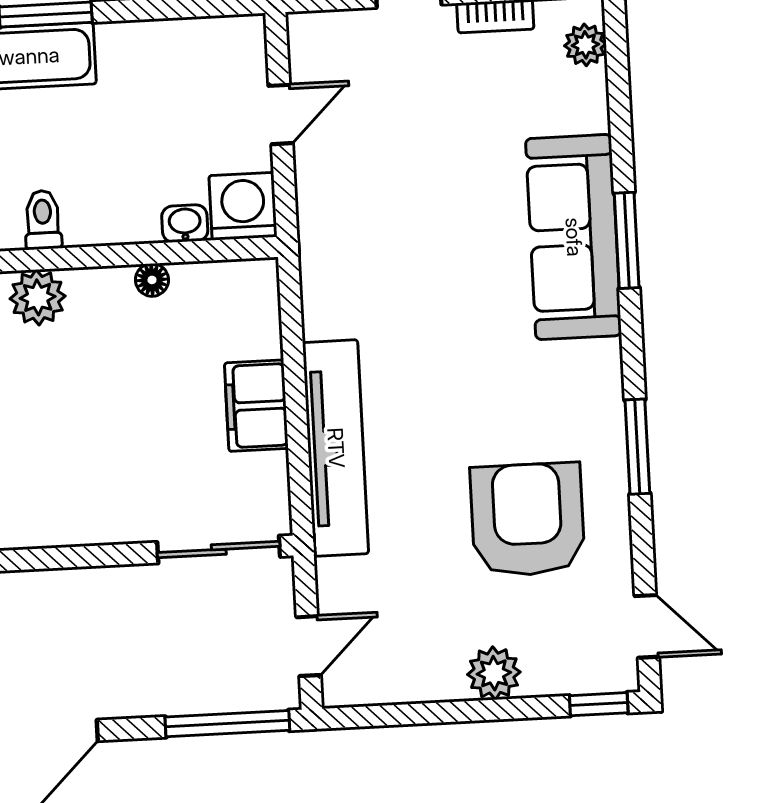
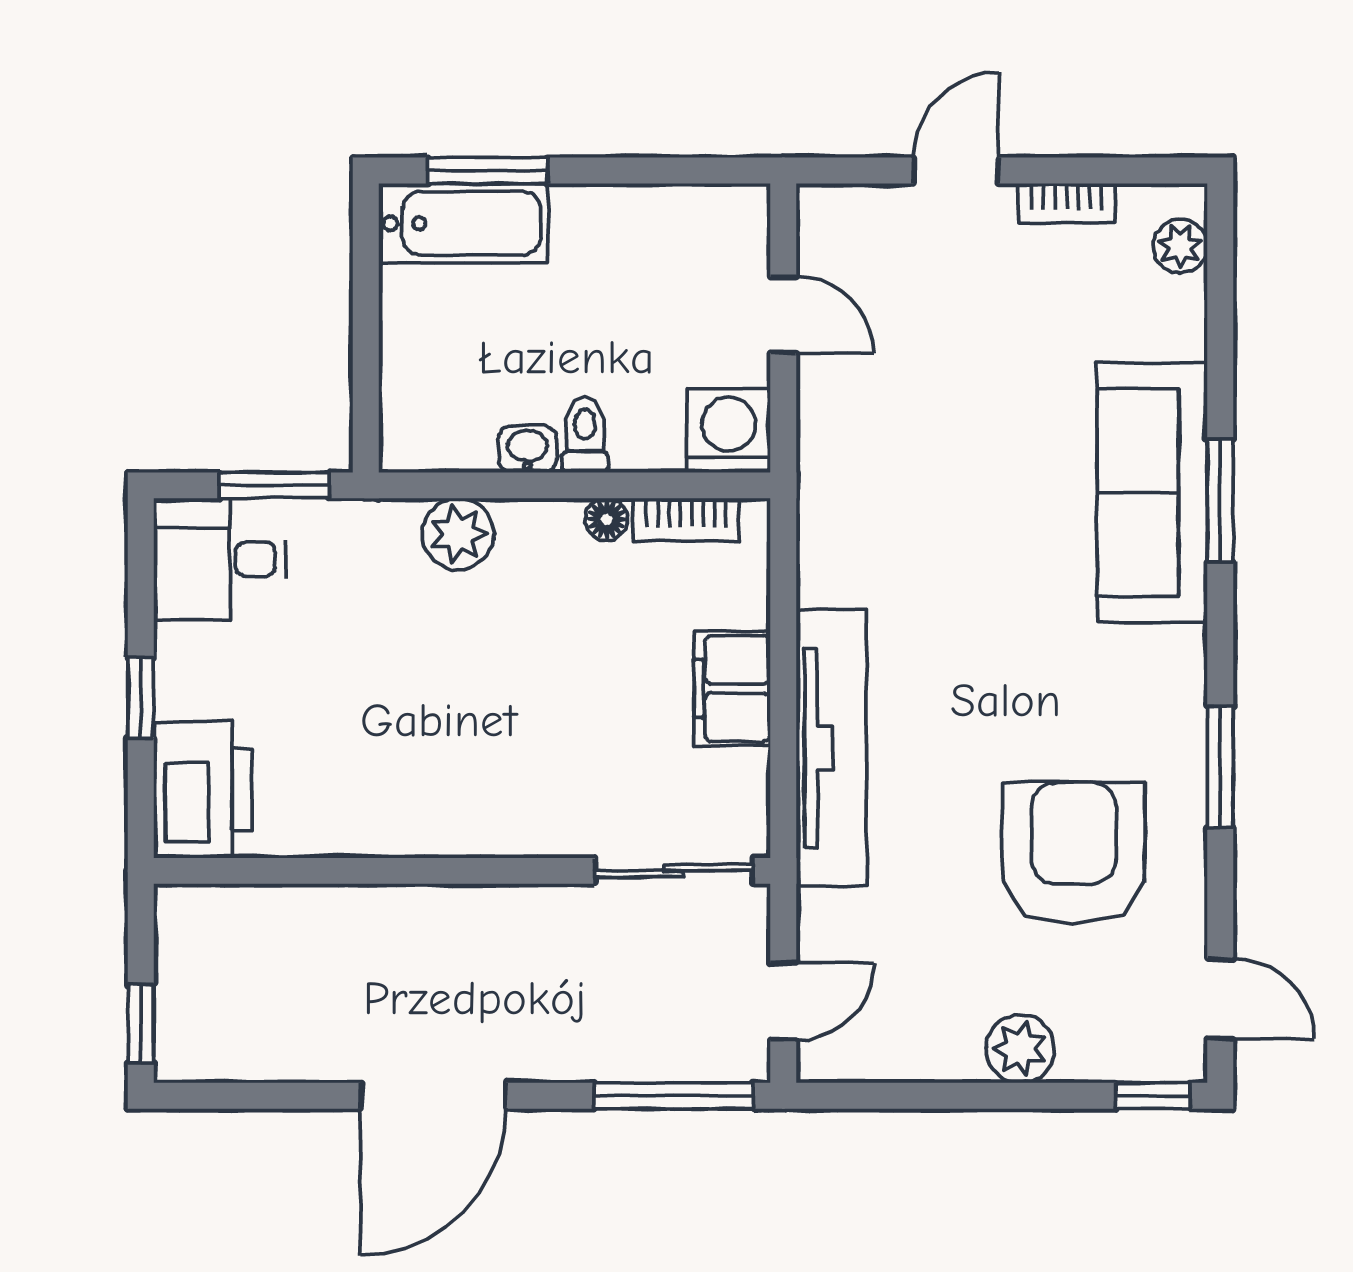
door: (281, 114) -> (783, 315), hinge flipped
toilet: (43, 220) -> (585, 435), moved
washbasin: (185, 224) -> (528, 449), moved
bookcase: (214, 277) -> (686, 520), added

